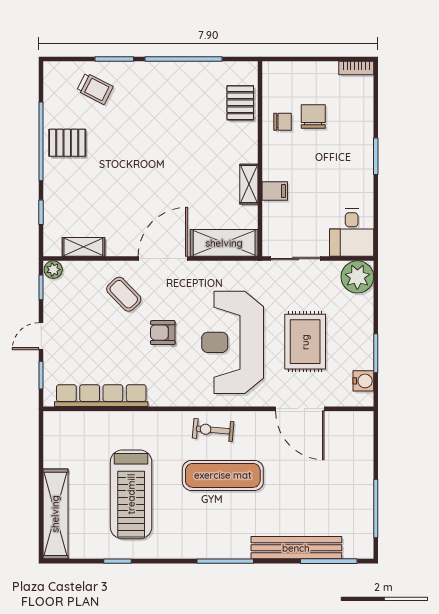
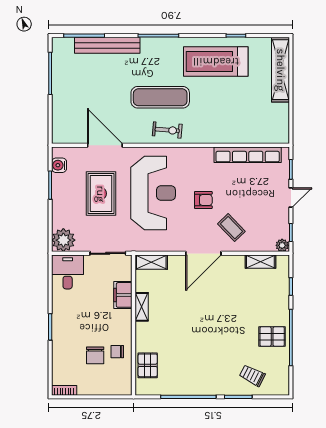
filing cabinet: (275, 191) -> (123, 295), width x2.00
shelving: (224, 243) -> (151, 262), width x0.67, depth x0.75
treadmill: (131, 494) -> (216, 62), moved, turned -90

